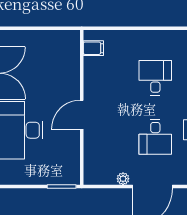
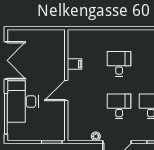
filing cabinet: (93, 48) -> (75, 64), moved
desk: (155, 137) -> (119, 106), turned 180

